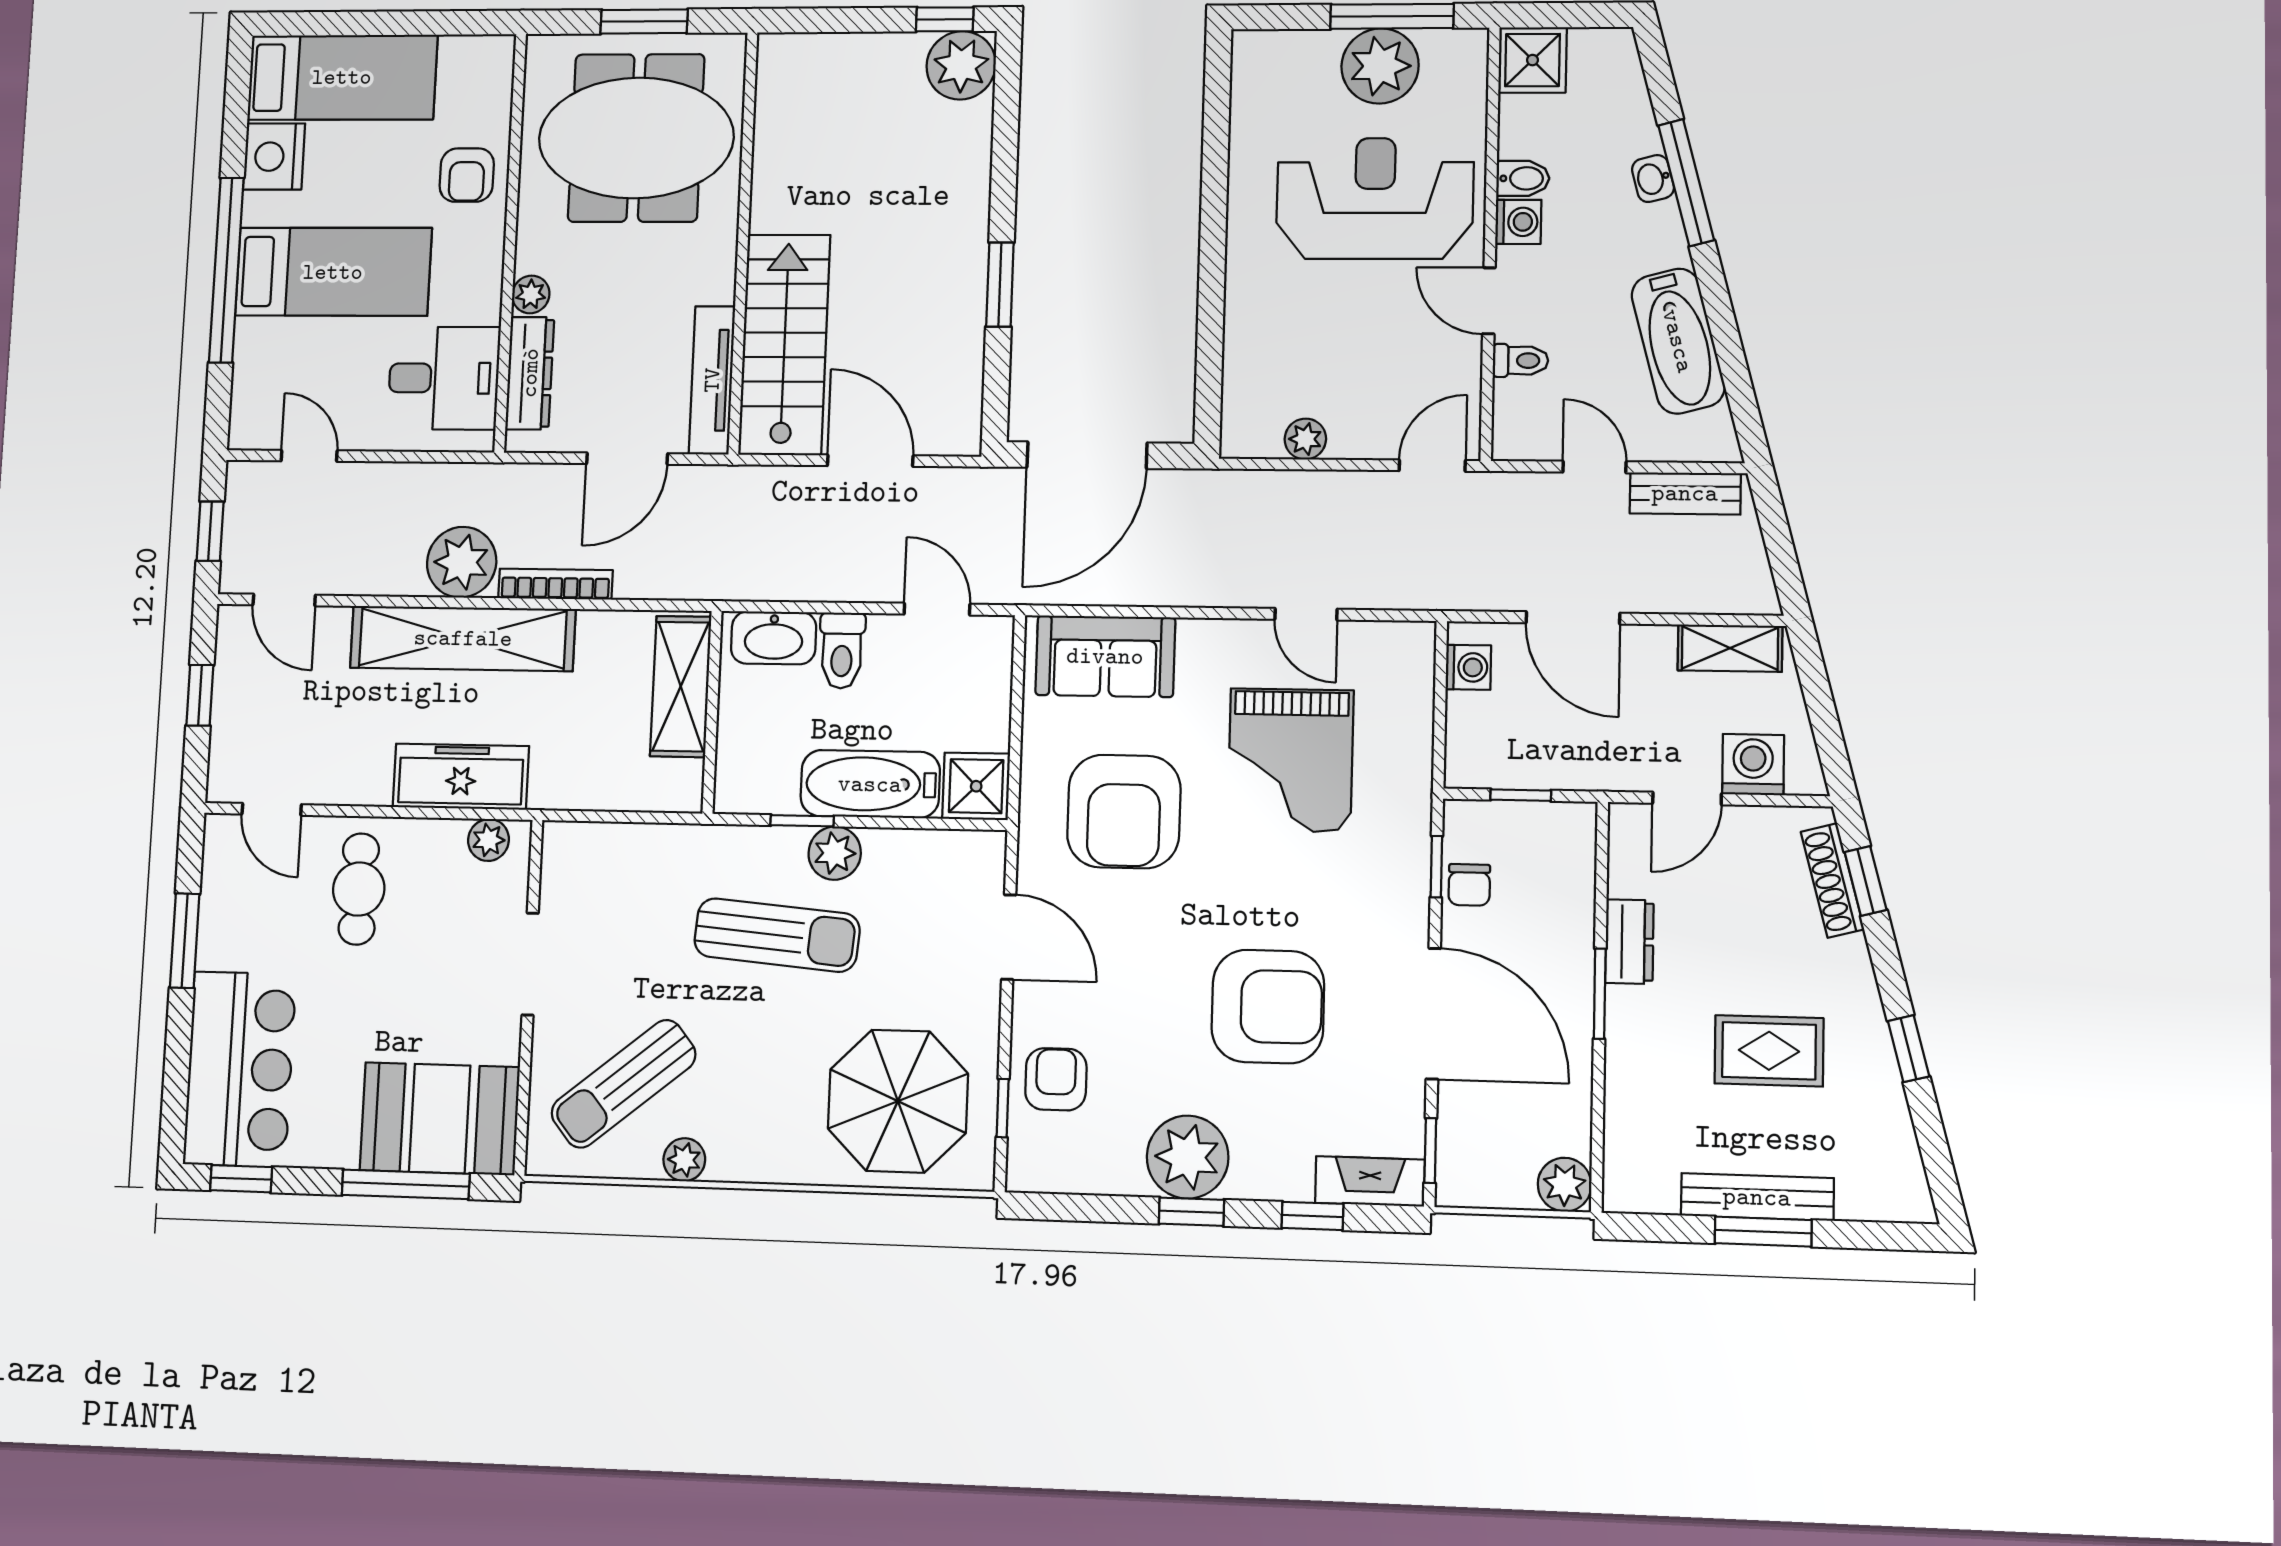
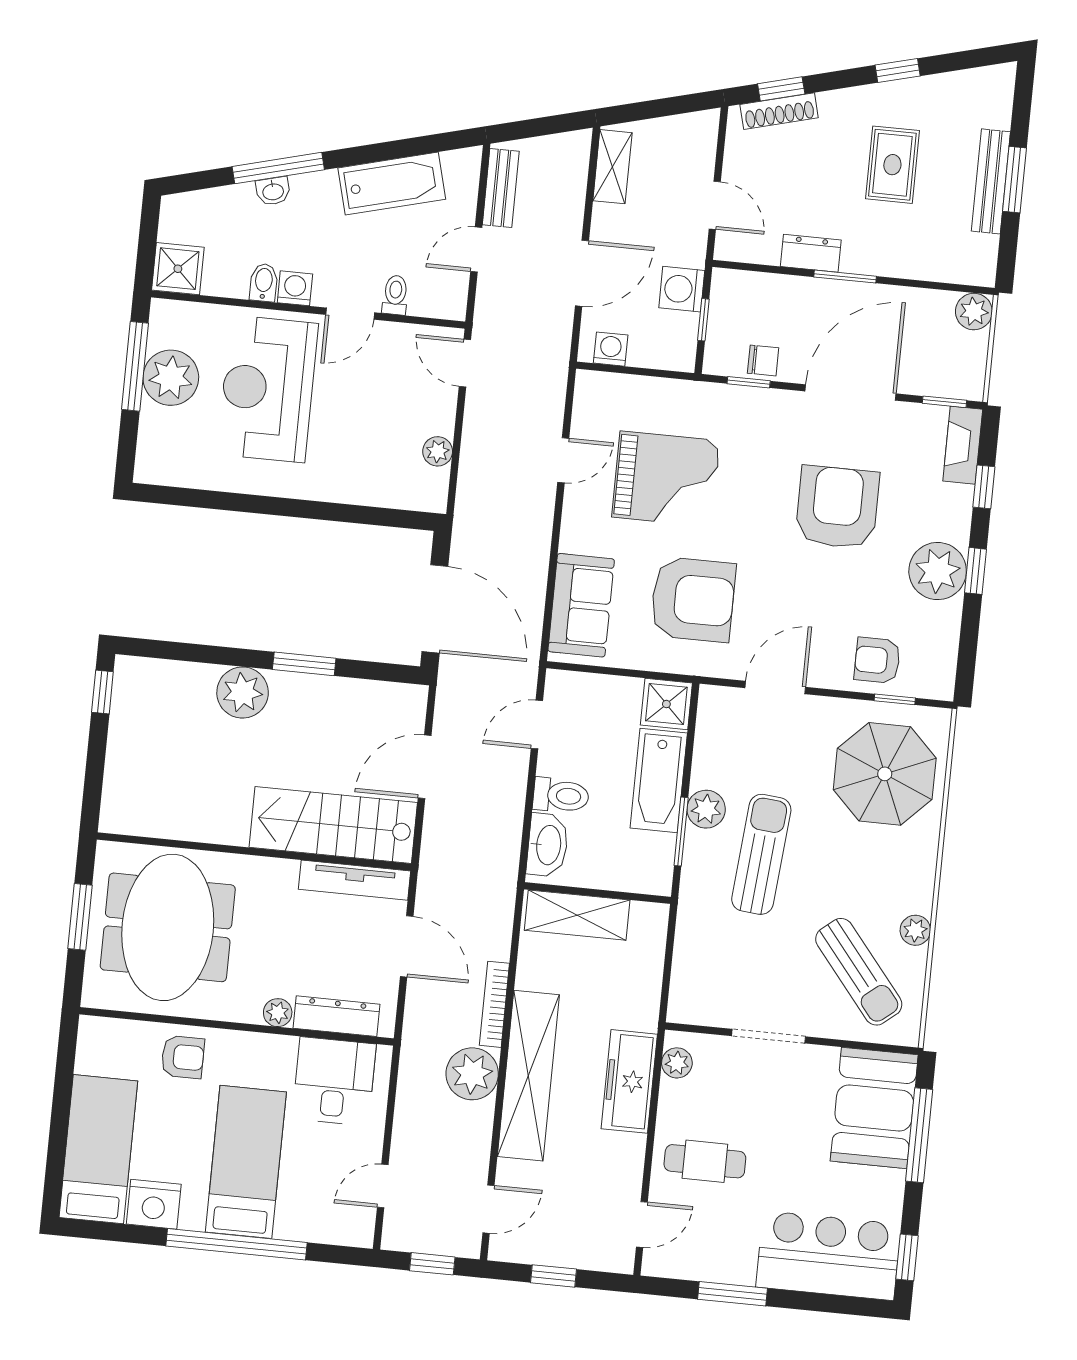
plant: (961, 65) -> (243, 693), moved
washing machine: (1753, 765) -> (682, 289), moved
window: (802, 821) -> (681, 832), width x1.50

